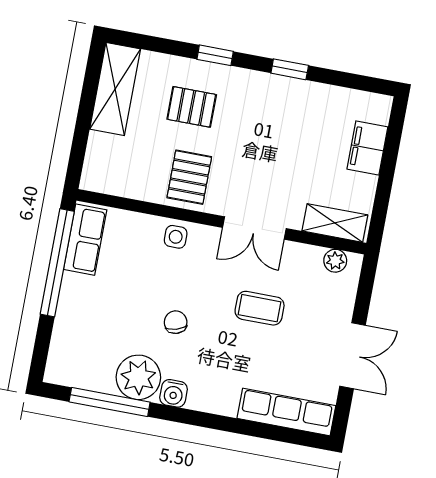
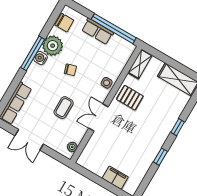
pallet: (192, 107) -> (159, 109), removed
shelving: (335, 223) -> (140, 64), moved
row of seats: (85, 240) -> (97, 31), moved
chair: (82, 370) -> (64, 23), added
window: (110, 402) -> (33, 53), moved

